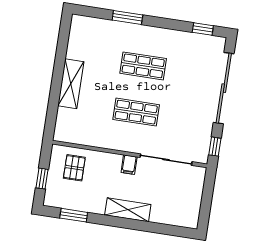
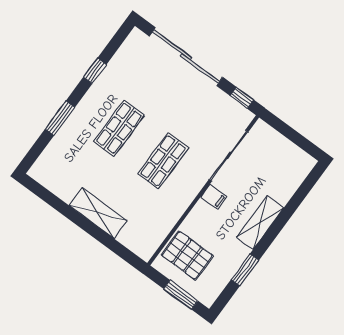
window: (203, 29) -> (95, 71), moved
pallet: (74, 168) -> (187, 255), width x1.50, depth x1.42
window: (42, 179) -> (181, 295), width x1.50
window: (74, 215) -> (245, 270), moved

